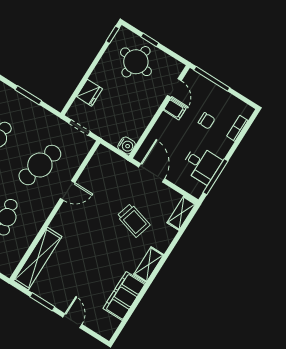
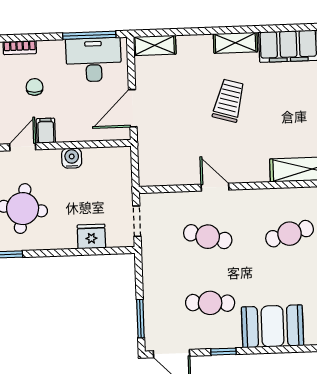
window: (28, 95) -> (140, 319), moved
water cooler: (127, 146) -> (72, 158), moved
desk: (201, 164) -> (94, 60), width x1.37
cafe table: (40, 165) -> (208, 237), width x0.73, depth x0.74
trolley: (133, 220) -> (229, 101), moved

